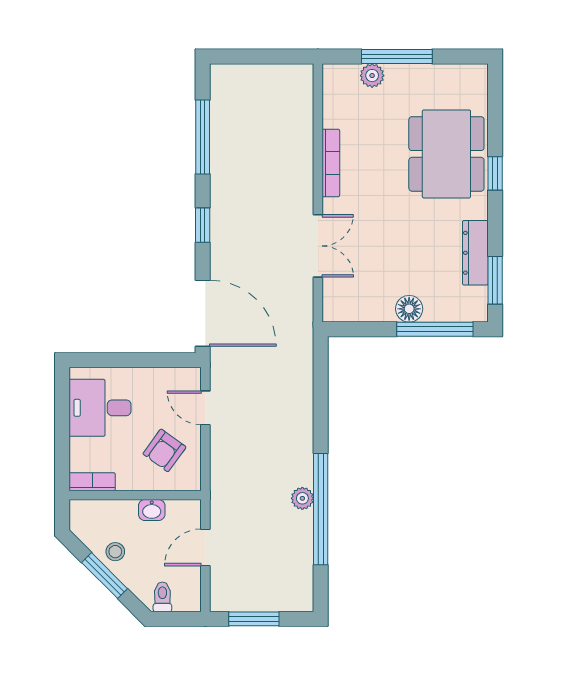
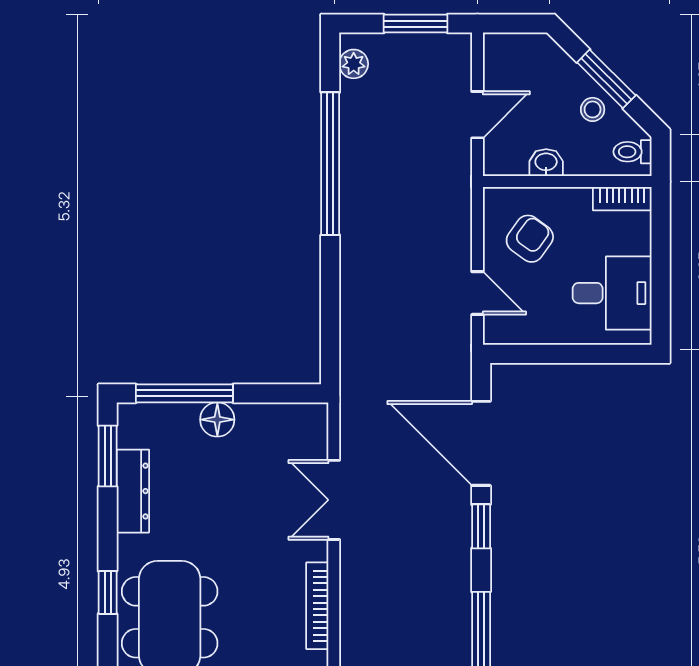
door: (203, 313) -> (481, 443), moved
plant: (302, 498) -> (354, 64), moved
toilet: (162, 597) -> (633, 152), moved, turned 90

